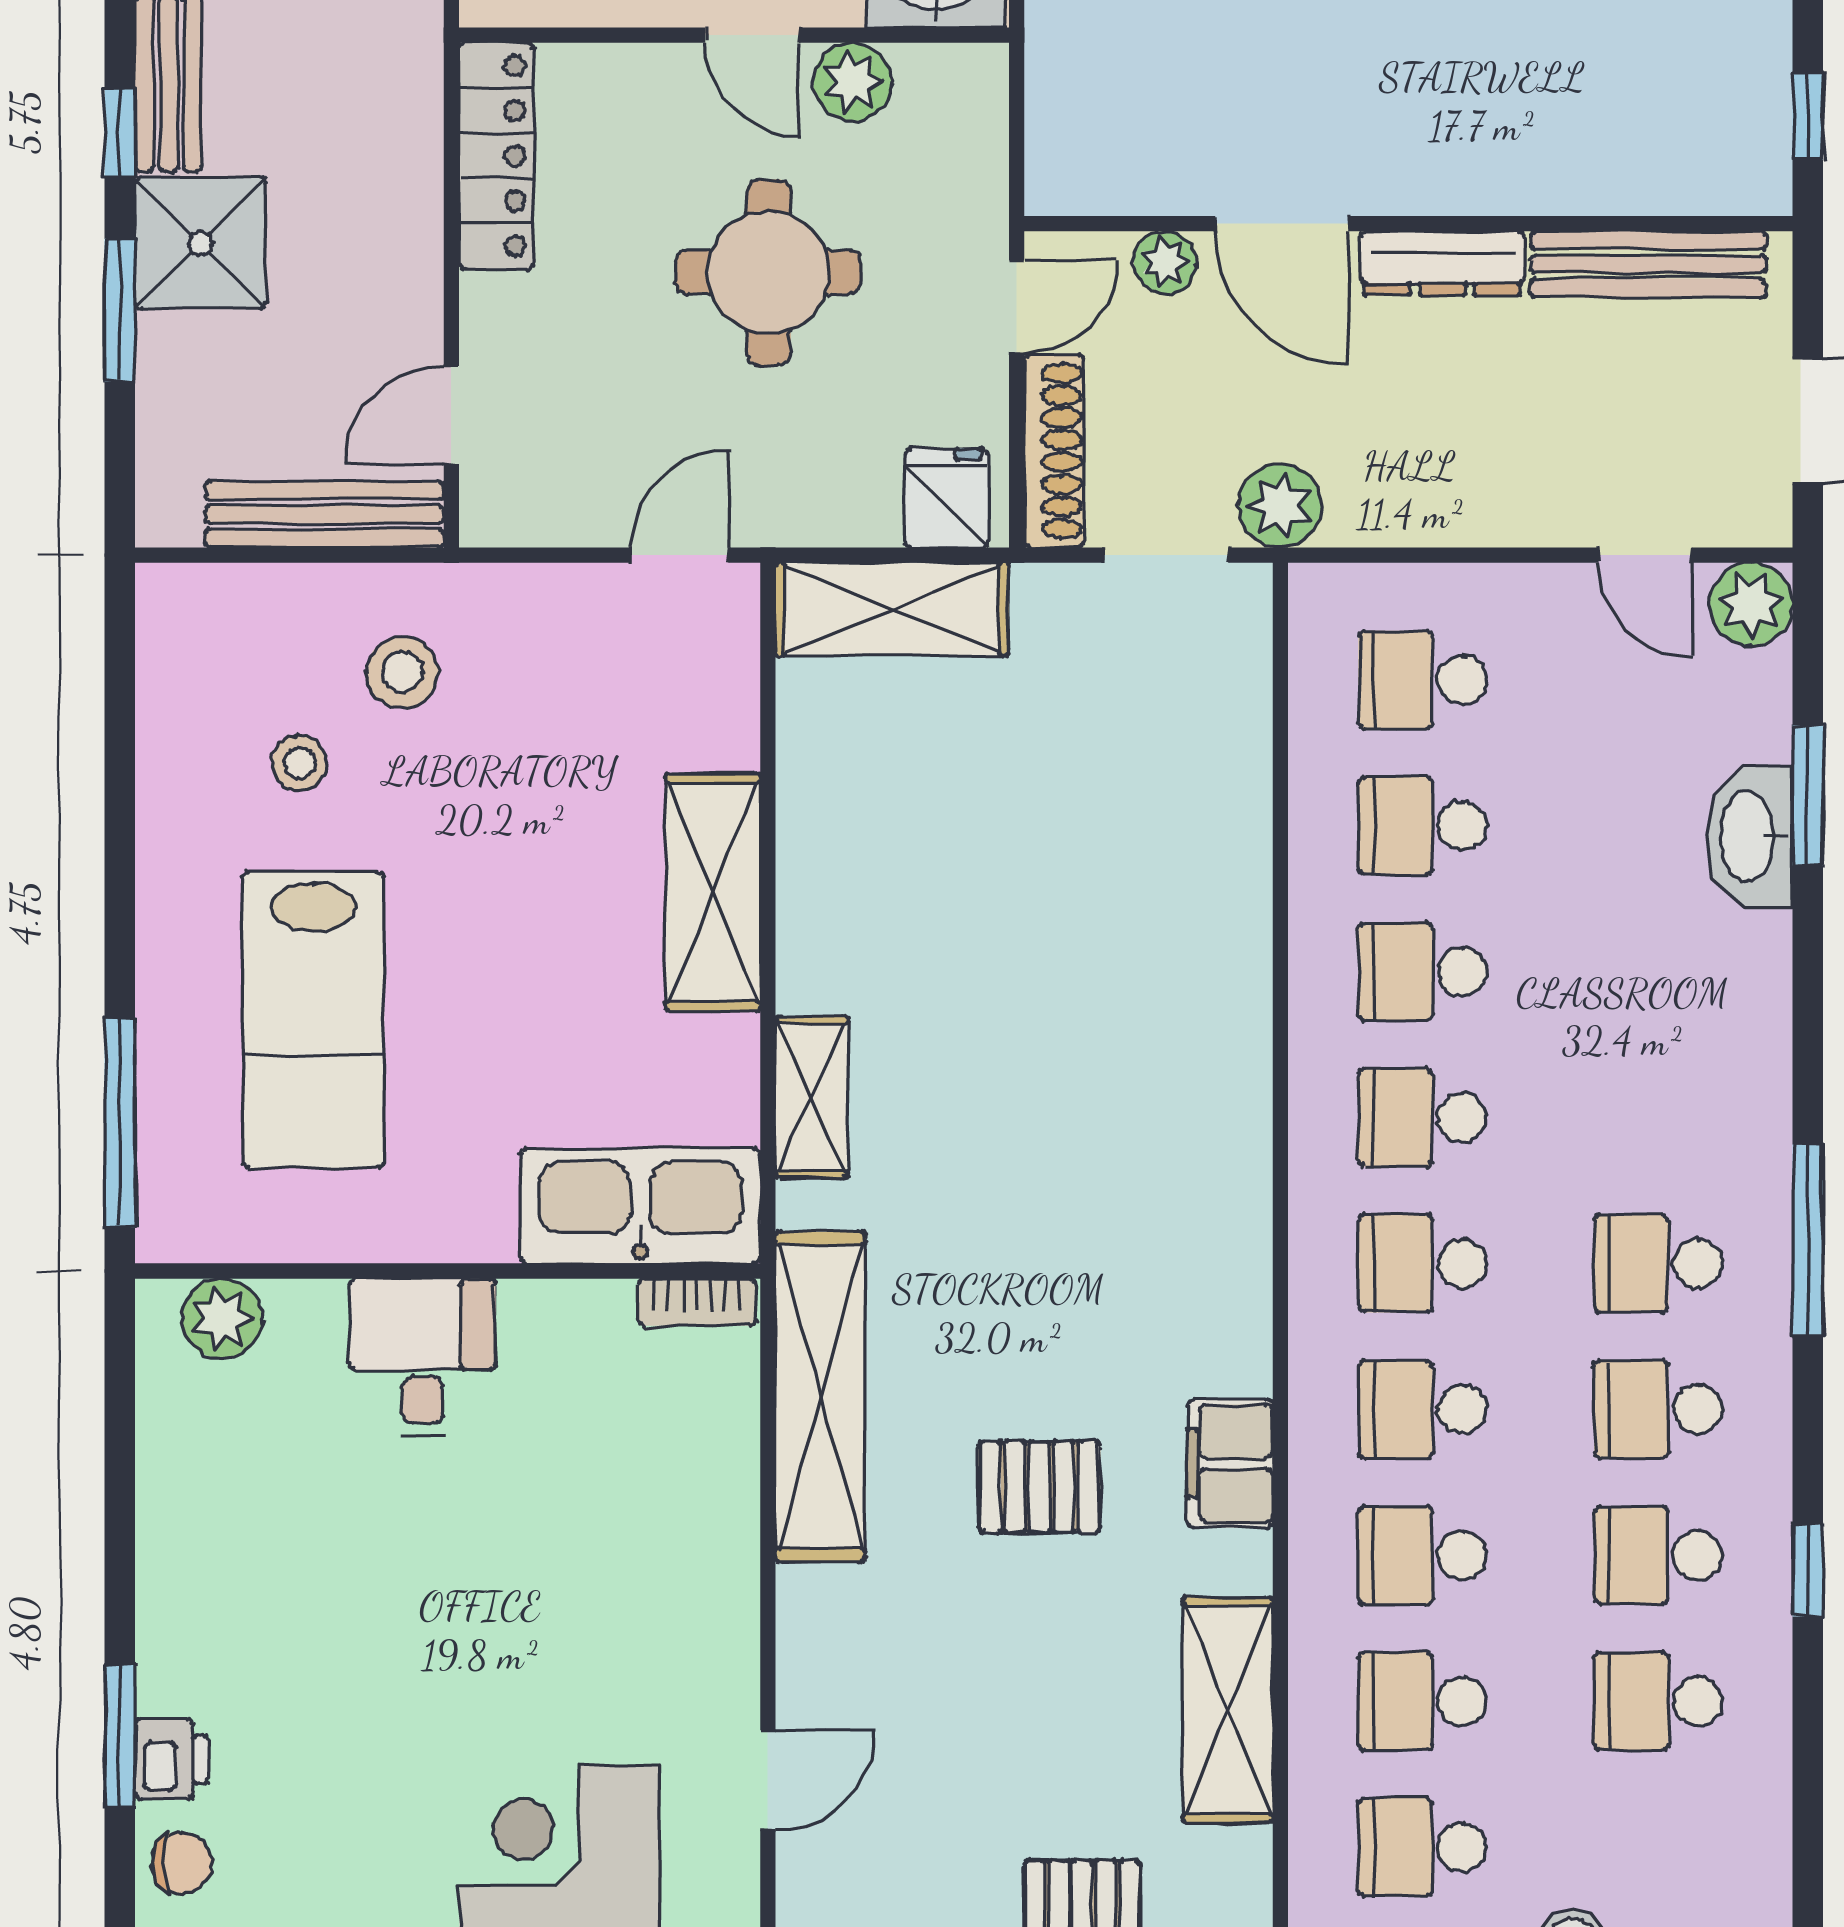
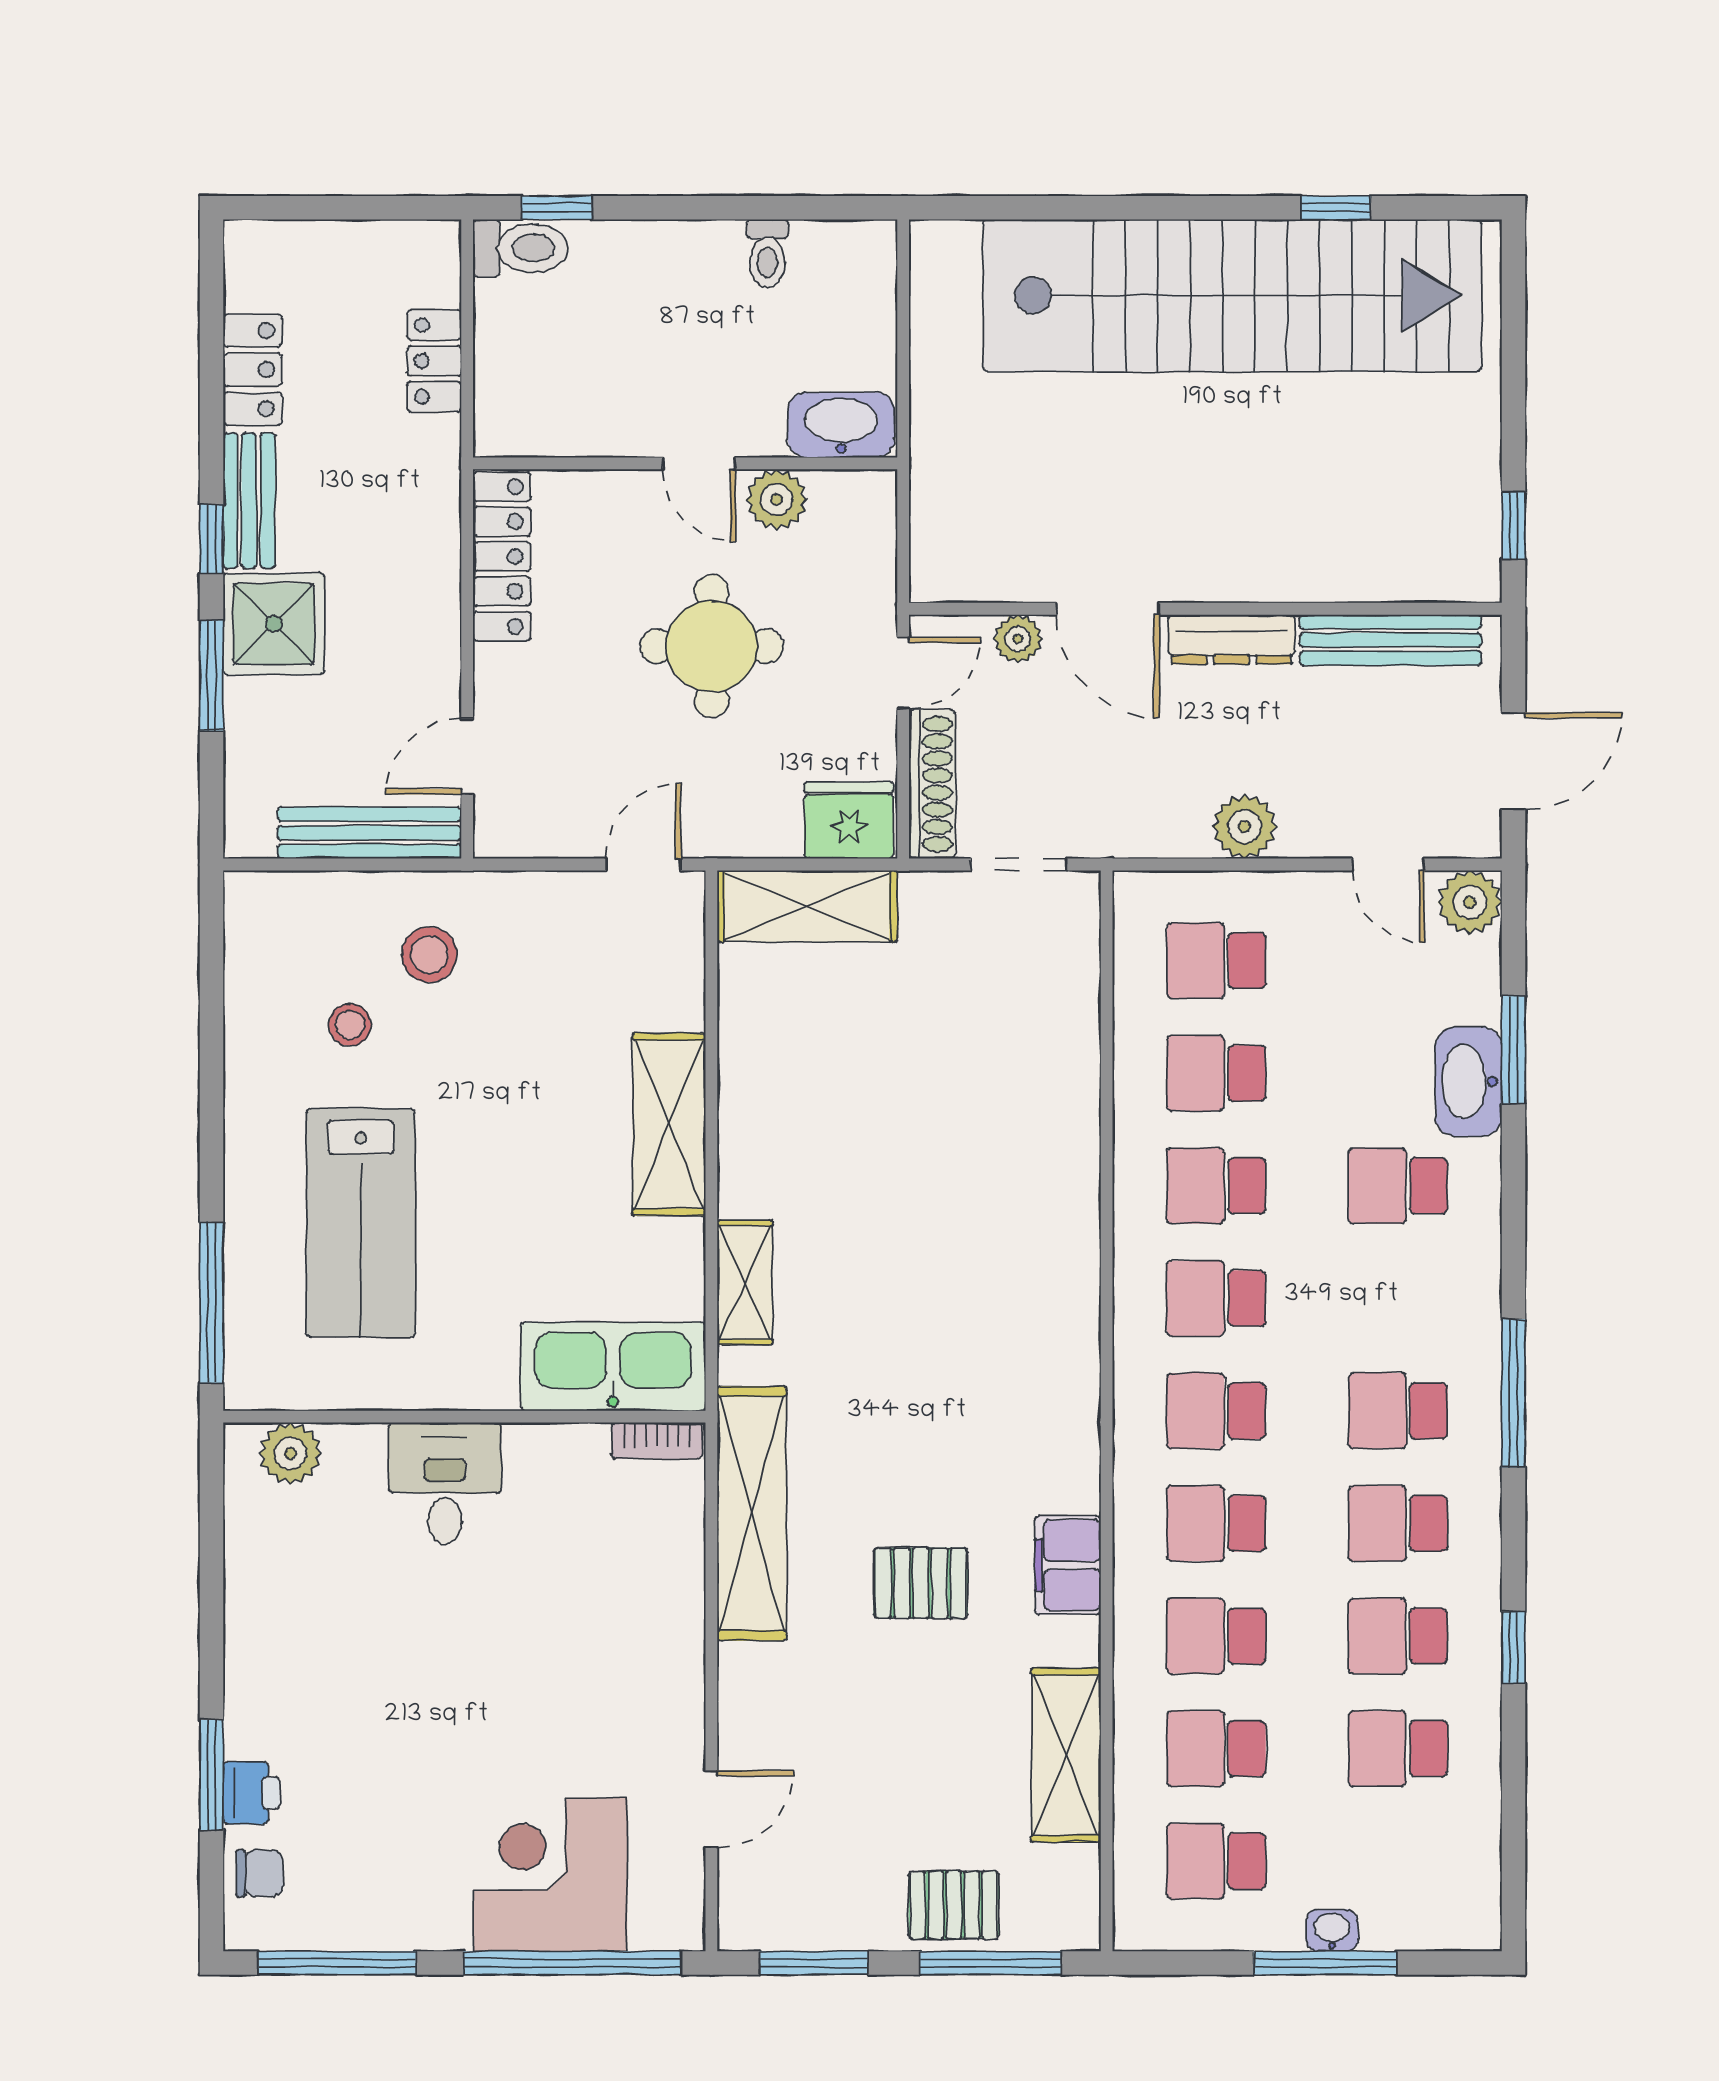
fridge: (946, 498) -> (849, 820), width x1.38
plant: (1280, 506) -> (1244, 827), moved
school desk: (1658, 972) -> (1398, 1186), added

